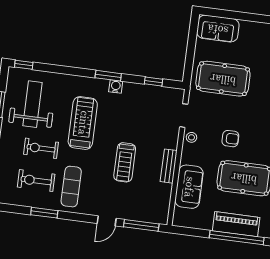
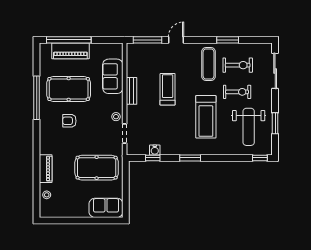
water cooler: (116, 86) -> (155, 150), moved
armchair: (230, 139) -> (69, 121), moved

